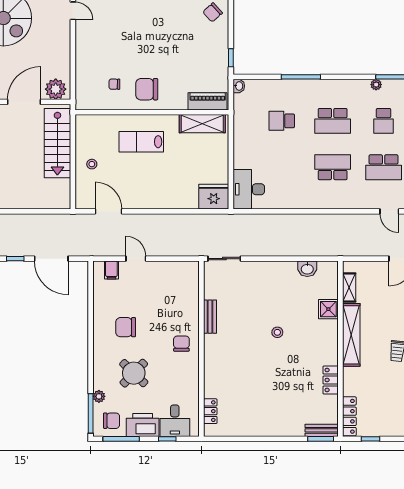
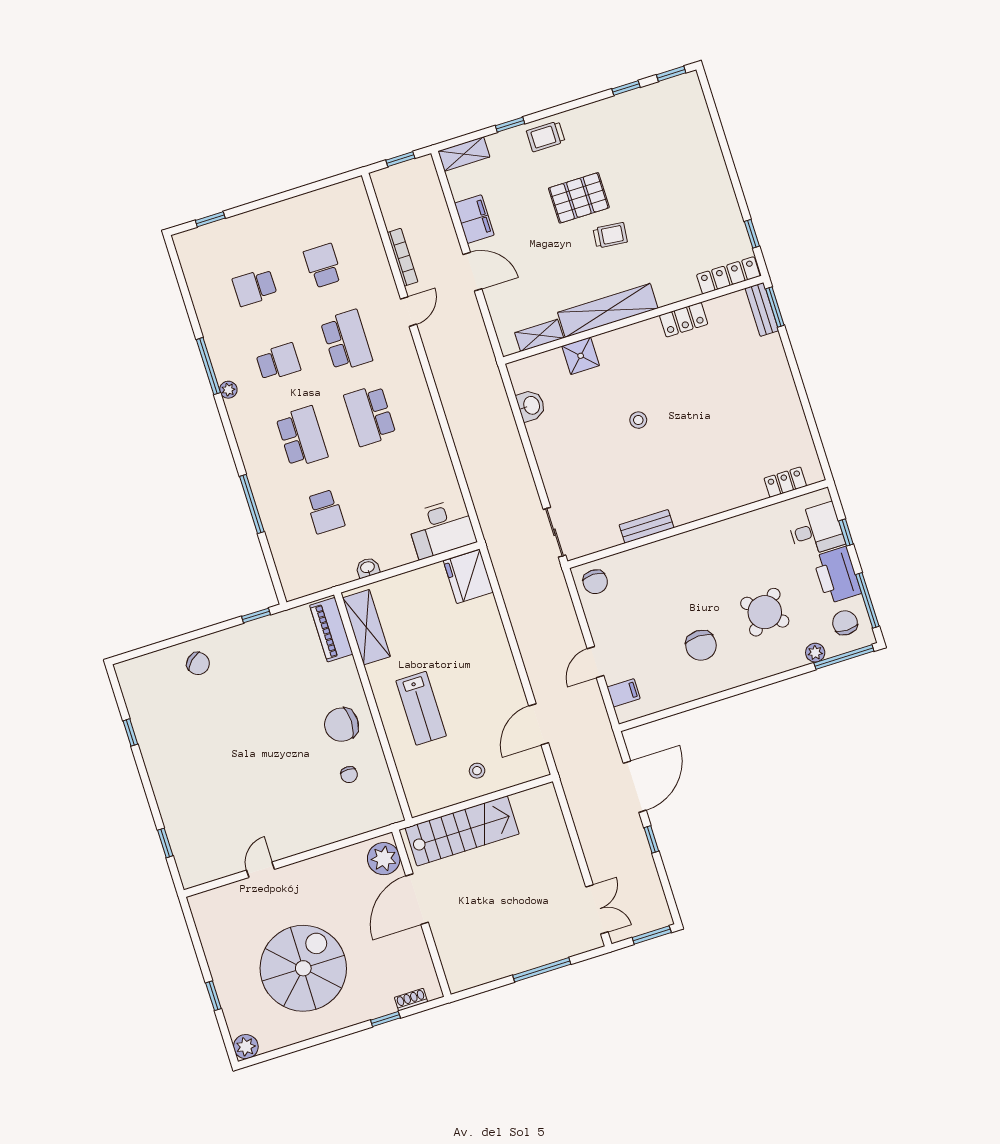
washbasin: (239, 86) -> (368, 568), moved
chair: (147, 89) -> (341, 725), turned 90
door: (24, 102) -> (417, 899), hinge flipped
chair: (181, 344) -> (595, 582), moved, turned -90

